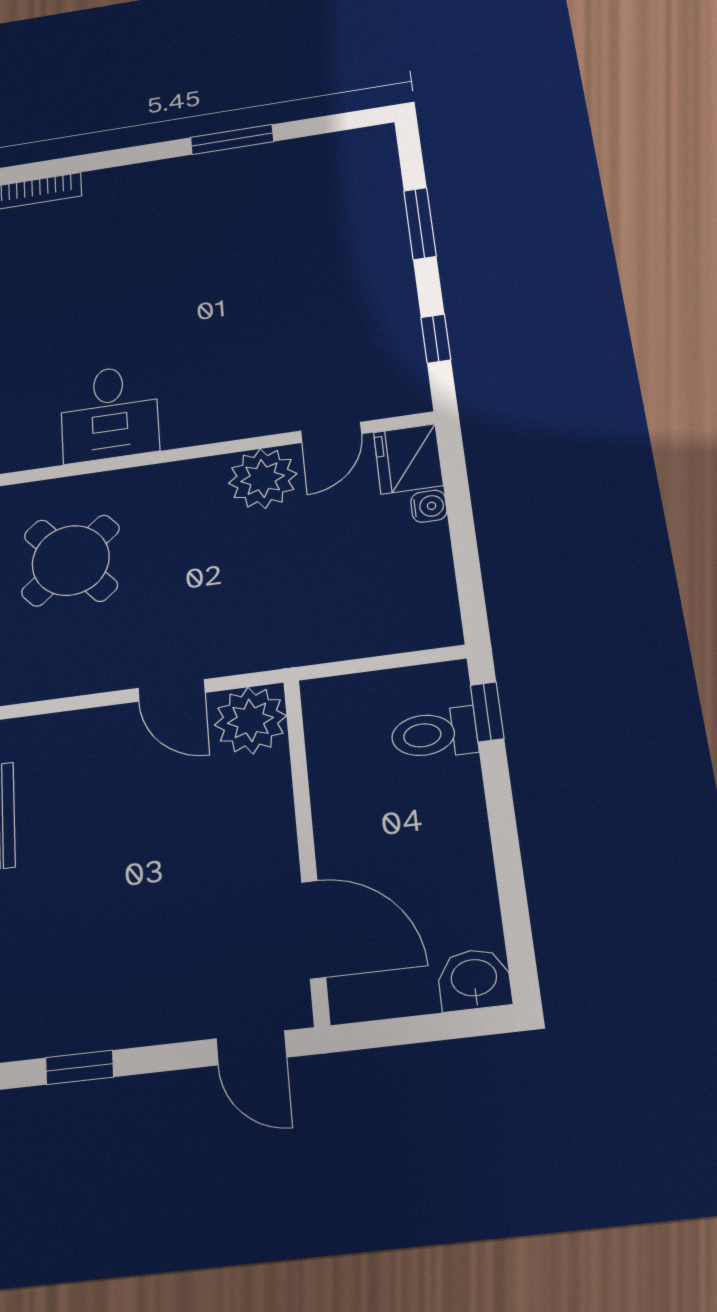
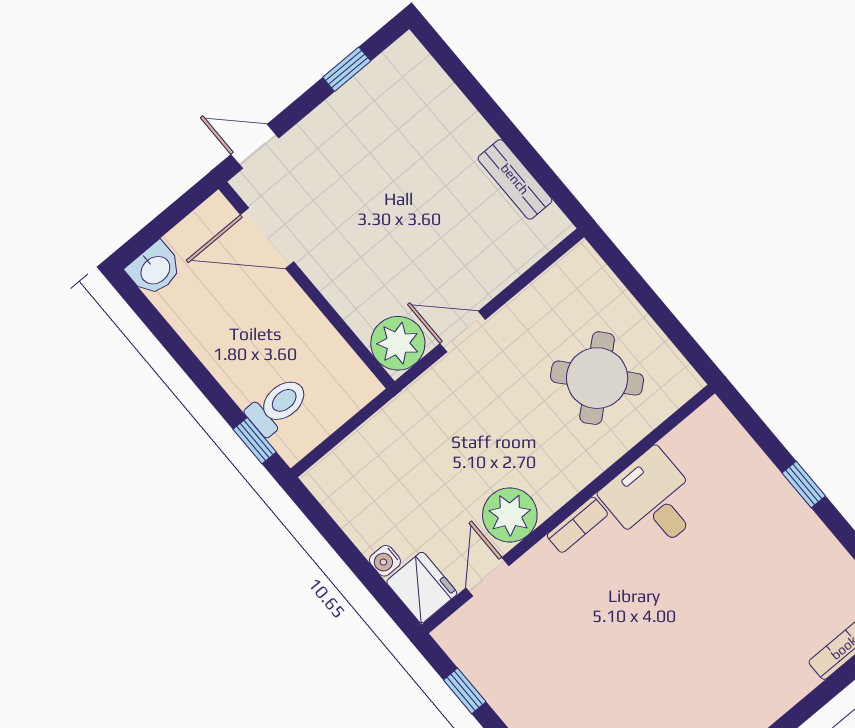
bookcase: (201, 432) -> (577, 525), added

